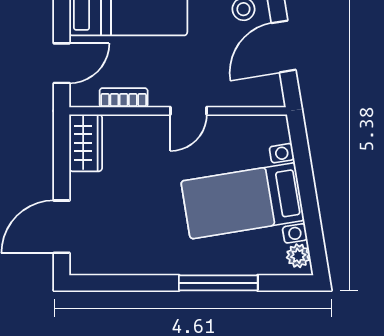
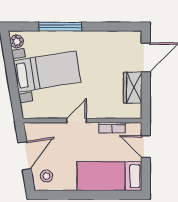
door: (62, 63) -> (146, 147), hinge flipped
wardrobe: (86, 143) -> (133, 88), moved

